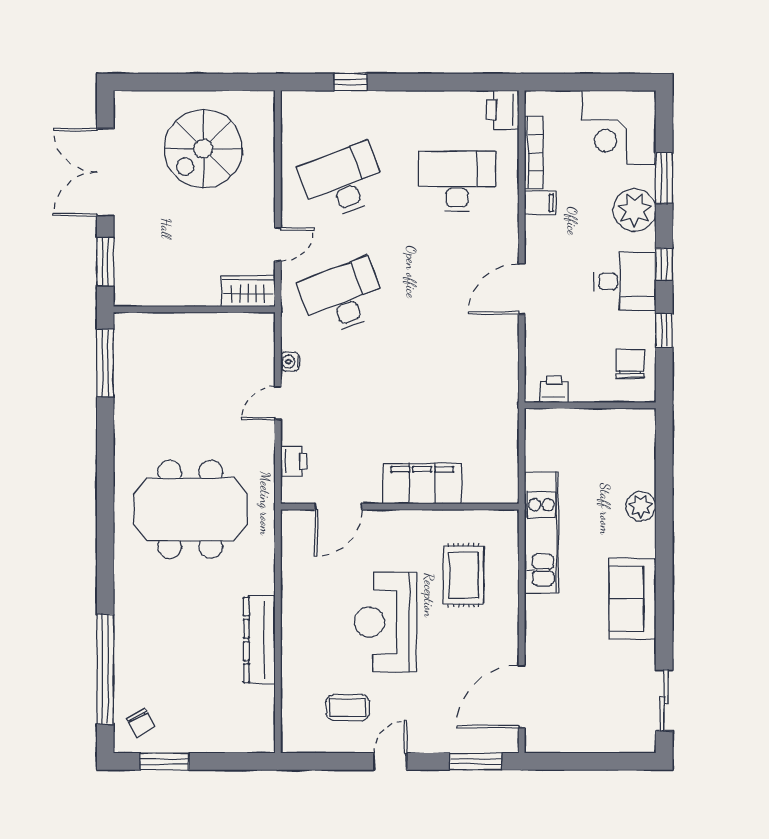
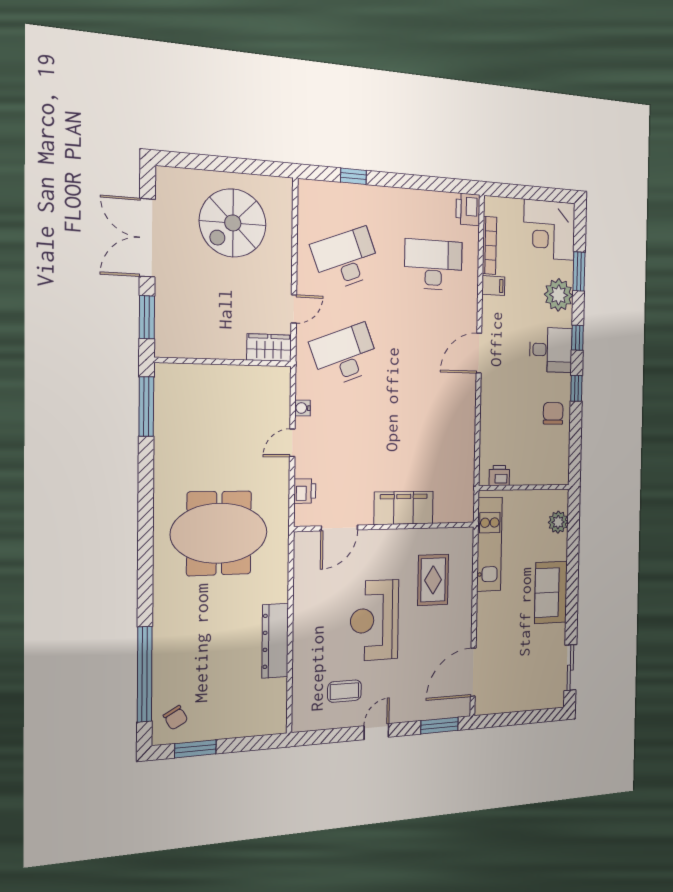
printer: (554, 390) -> (499, 476), moved
wall: (590, 405) -> (524, 487), moved

